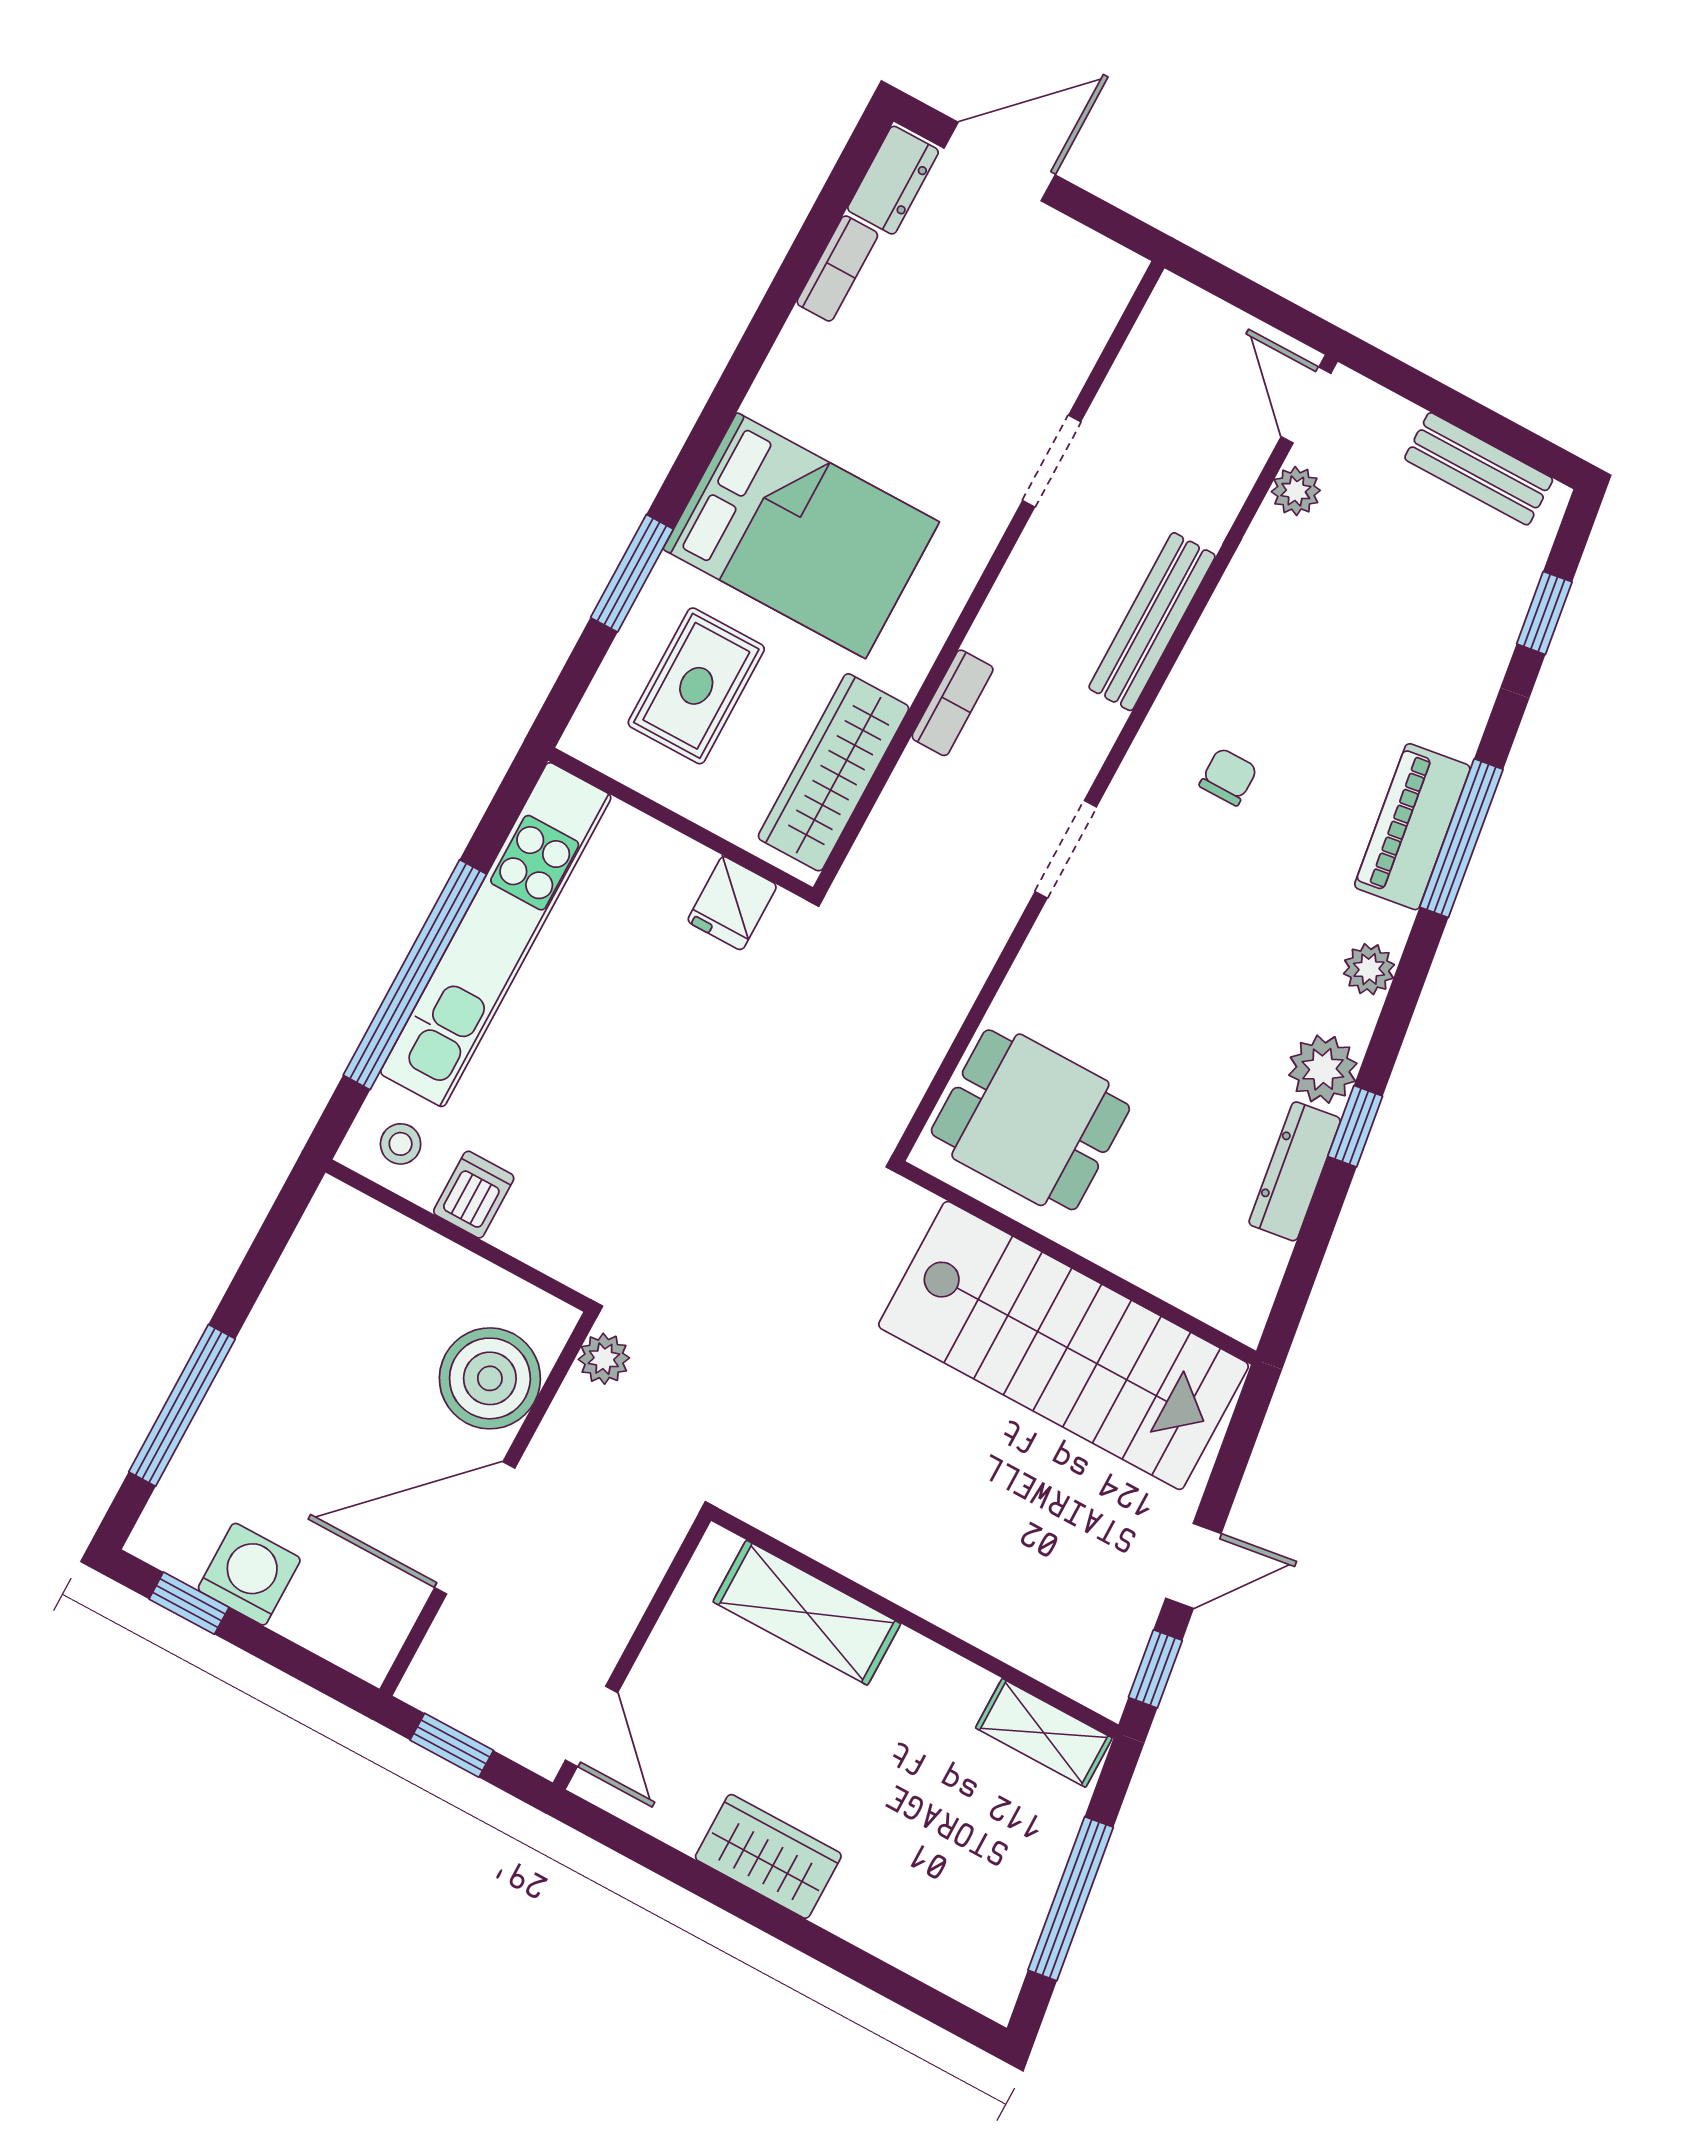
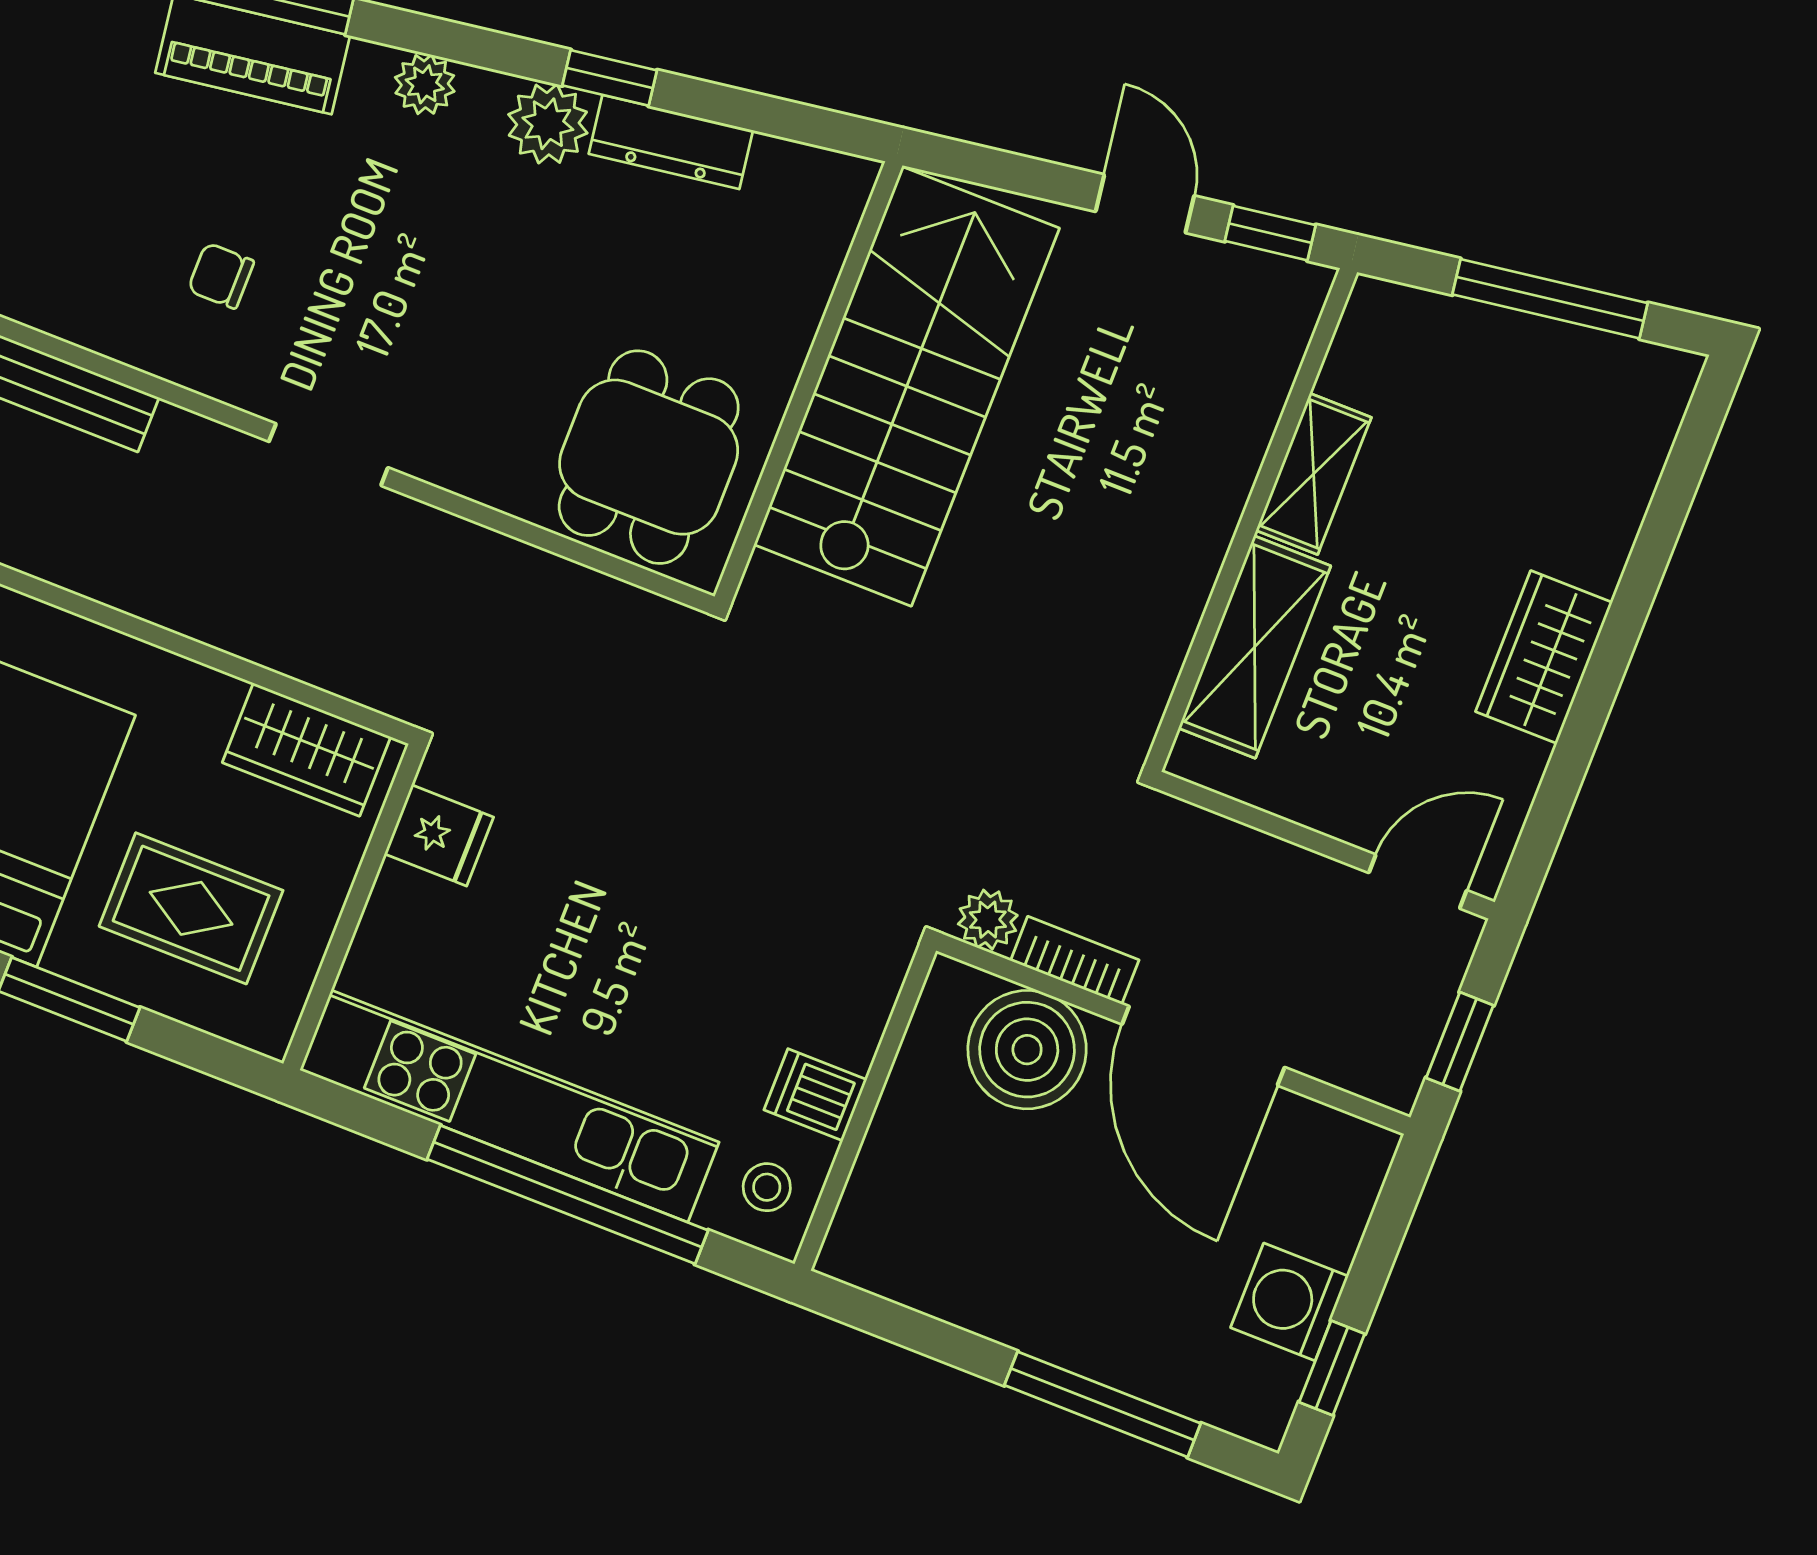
bookcase: (953, 703) -> (1075, 960), moved
wardrobe: (834, 772) -> (306, 750), width x0.67
shelving: (1044, 1733) -> (1314, 474), moved

